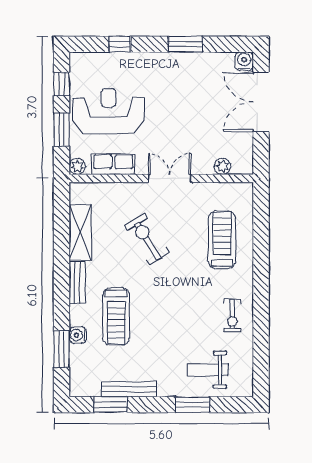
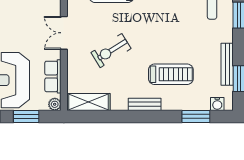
shelving: (80, 232) -> (88, 102), moved
water cooler: (78, 335) -> (217, 104), moved

